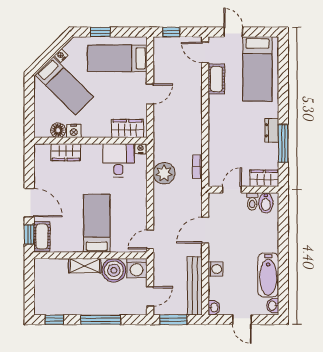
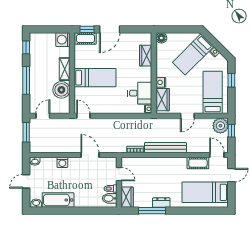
door: (205, 52) -> (217, 155), hinge flipped
door: (150, 94) -> (187, 116), hinge flipped
floor lamp: (58, 130) -> (161, 38), moved
nightstand: (74, 131) -> (161, 82), moved
plant: (164, 173) -> (220, 126), moved
washing machine: (137, 268) -> (63, 40), moved
bench: (195, 286) -> (165, 148), moved
door: (150, 296) -> (43, 116), swing flipped

